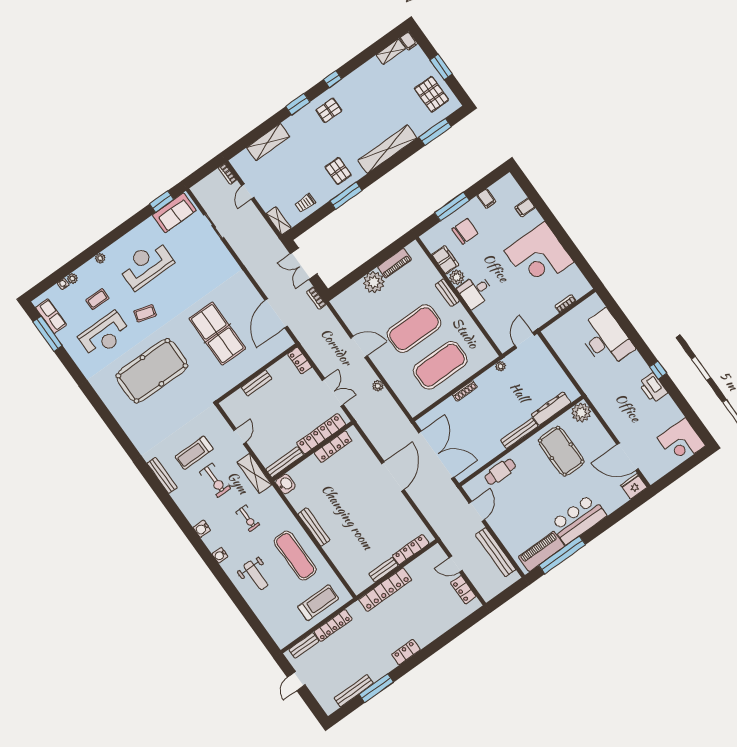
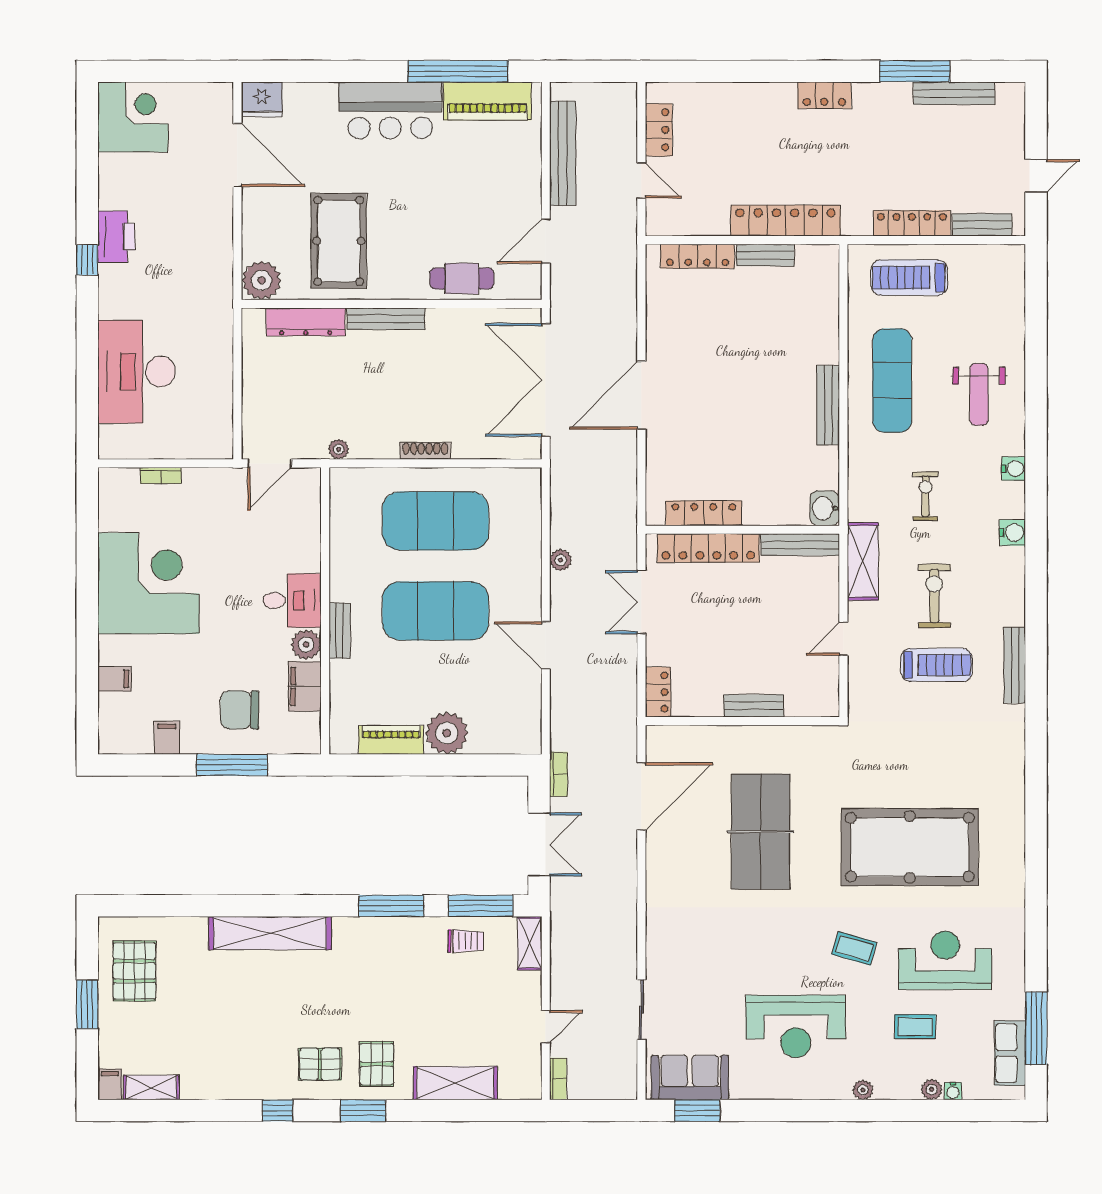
window: (435, 132) -> (481, 906), moved
pallet: (338, 171) -> (377, 1064), moved
weight bench: (256, 575) -> (979, 394), turned 180

